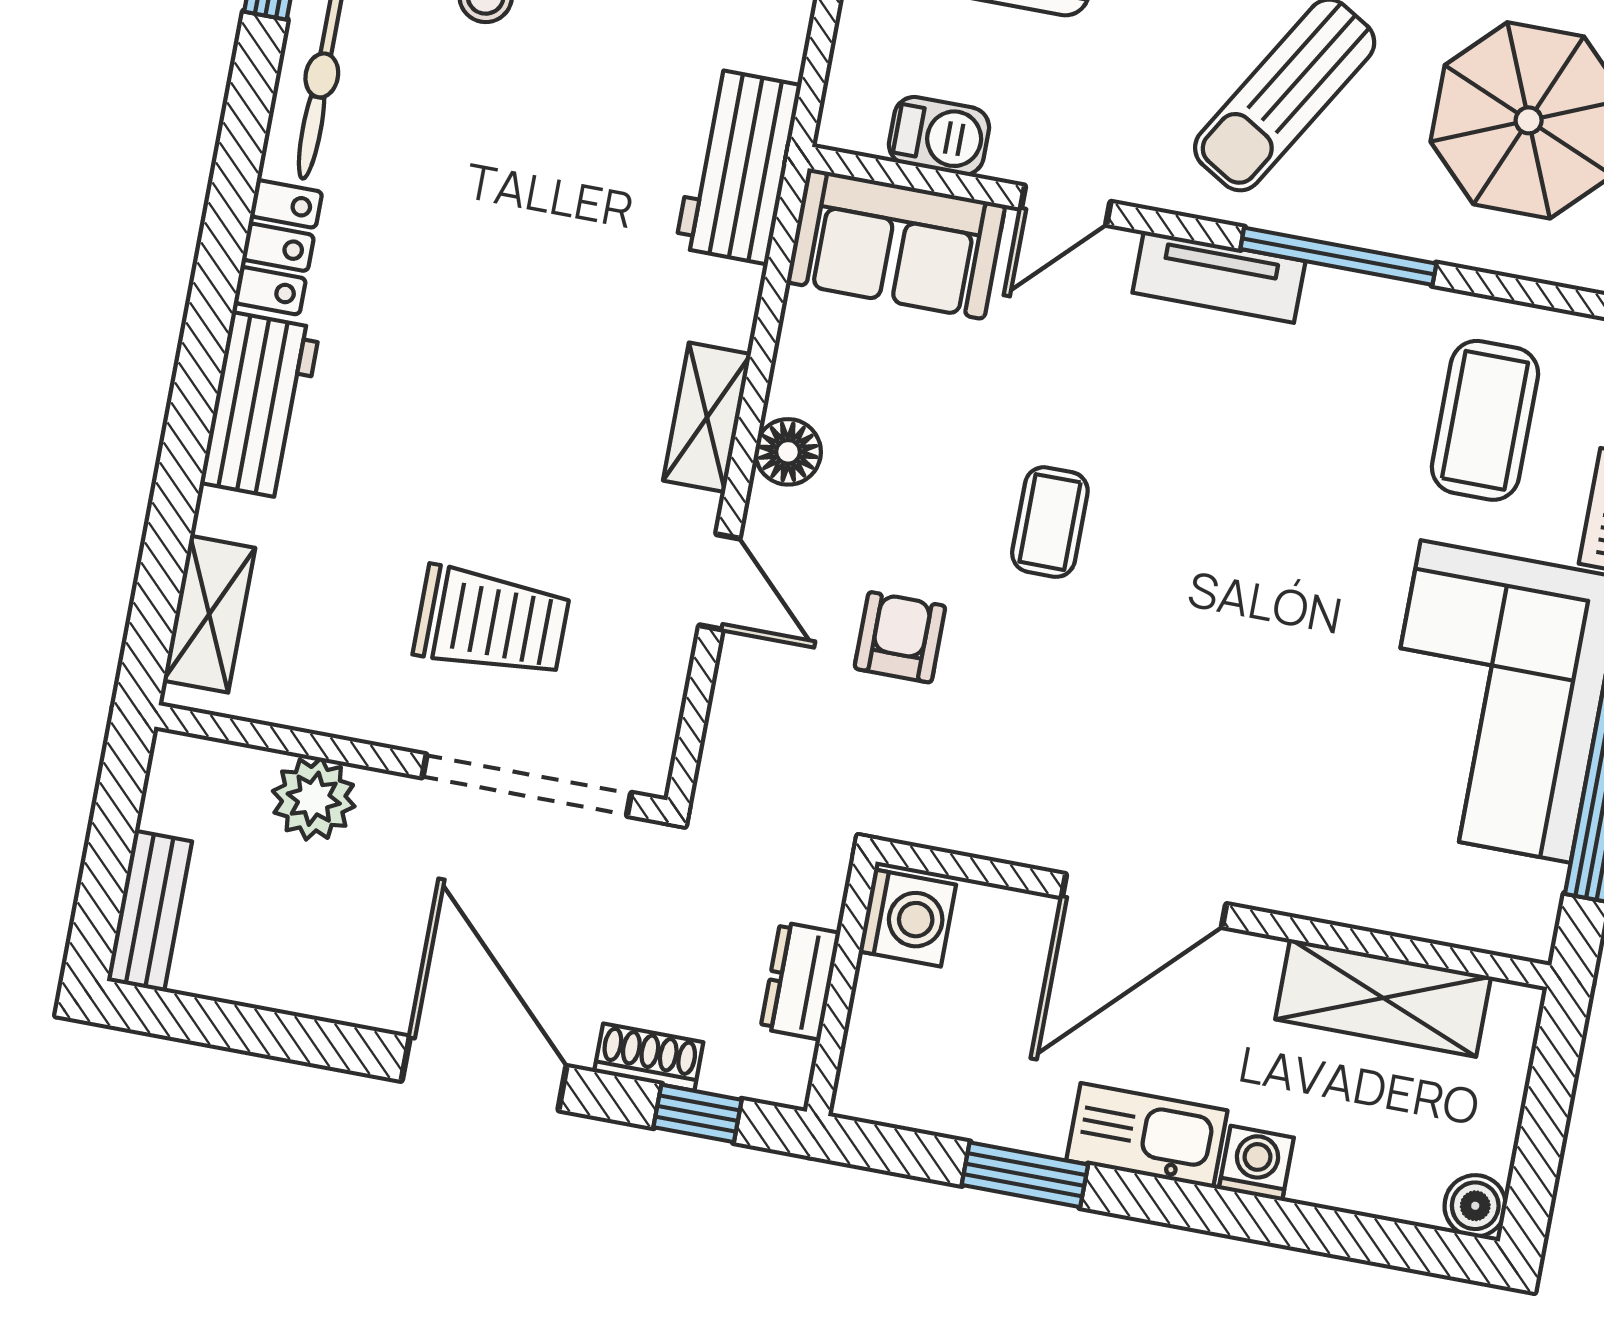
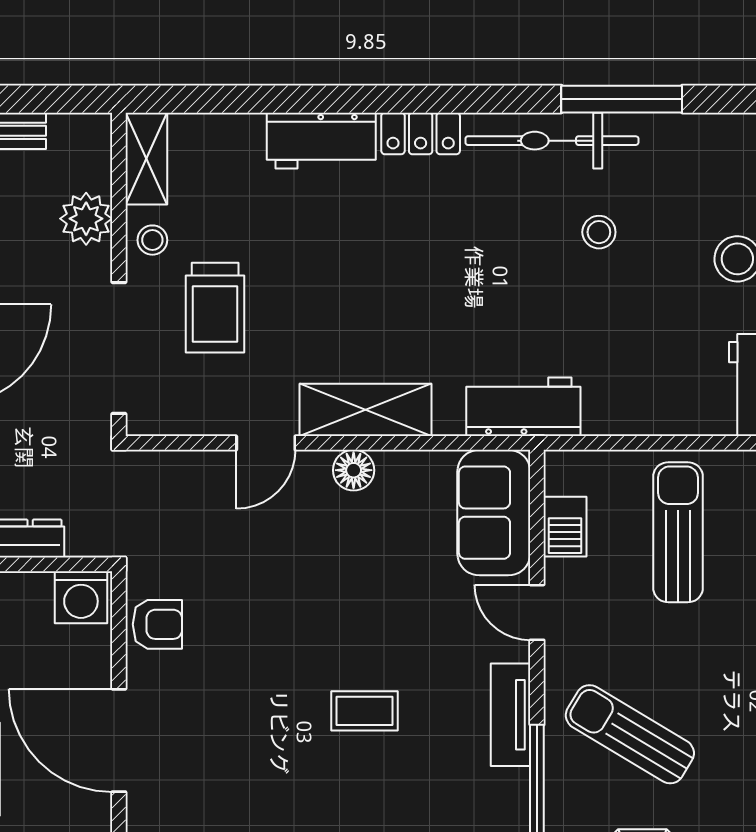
shelving: (707, 417) -> (365, 410), width x1.50, depth x1.33
coffee table: (1050, 522) -> (365, 711), moved
shelving: (209, 614) -> (146, 159), moved, turned 90
armchair: (900, 637) -> (157, 624), moved
stool: (367, 701) -> (152, 240), added

